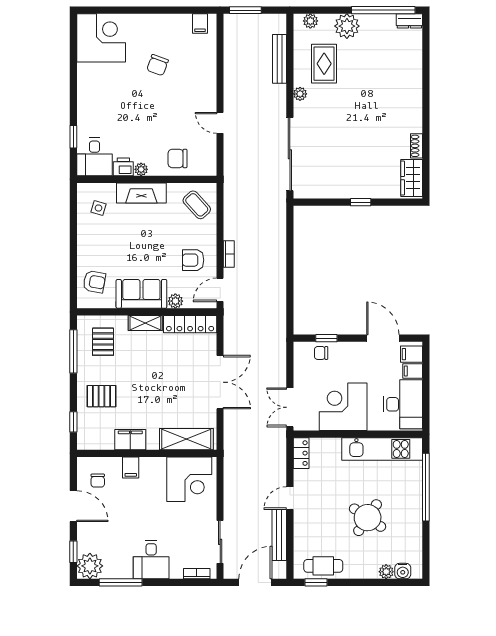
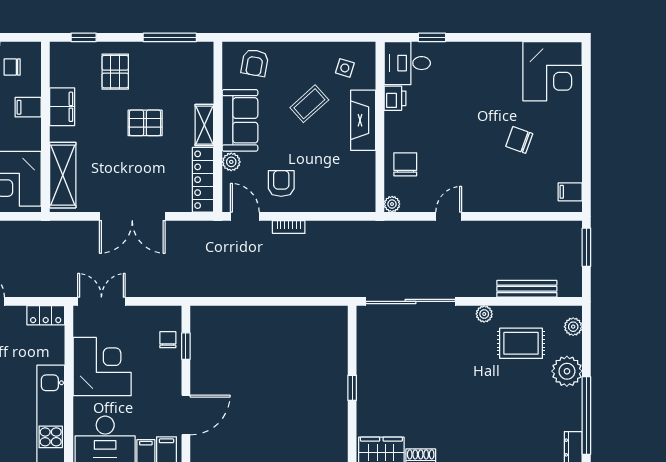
plant: (141, 169) -> (392, 204), moved
coffee table: (197, 205) -> (309, 104), moved
pallet: (103, 342) -> (145, 123), moved

